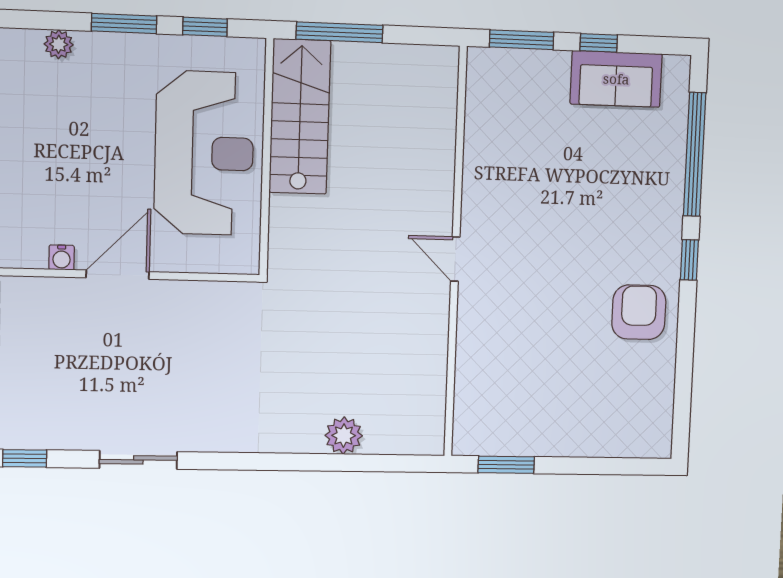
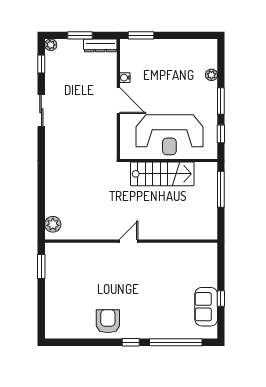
window: (522, 40) -> (221, 266), removed
stairs: (300, 117) -> (162, 174), moved
armchair: (639, 312) -> (108, 321), turned -90
plant: (344, 436) -> (53, 224), moved

